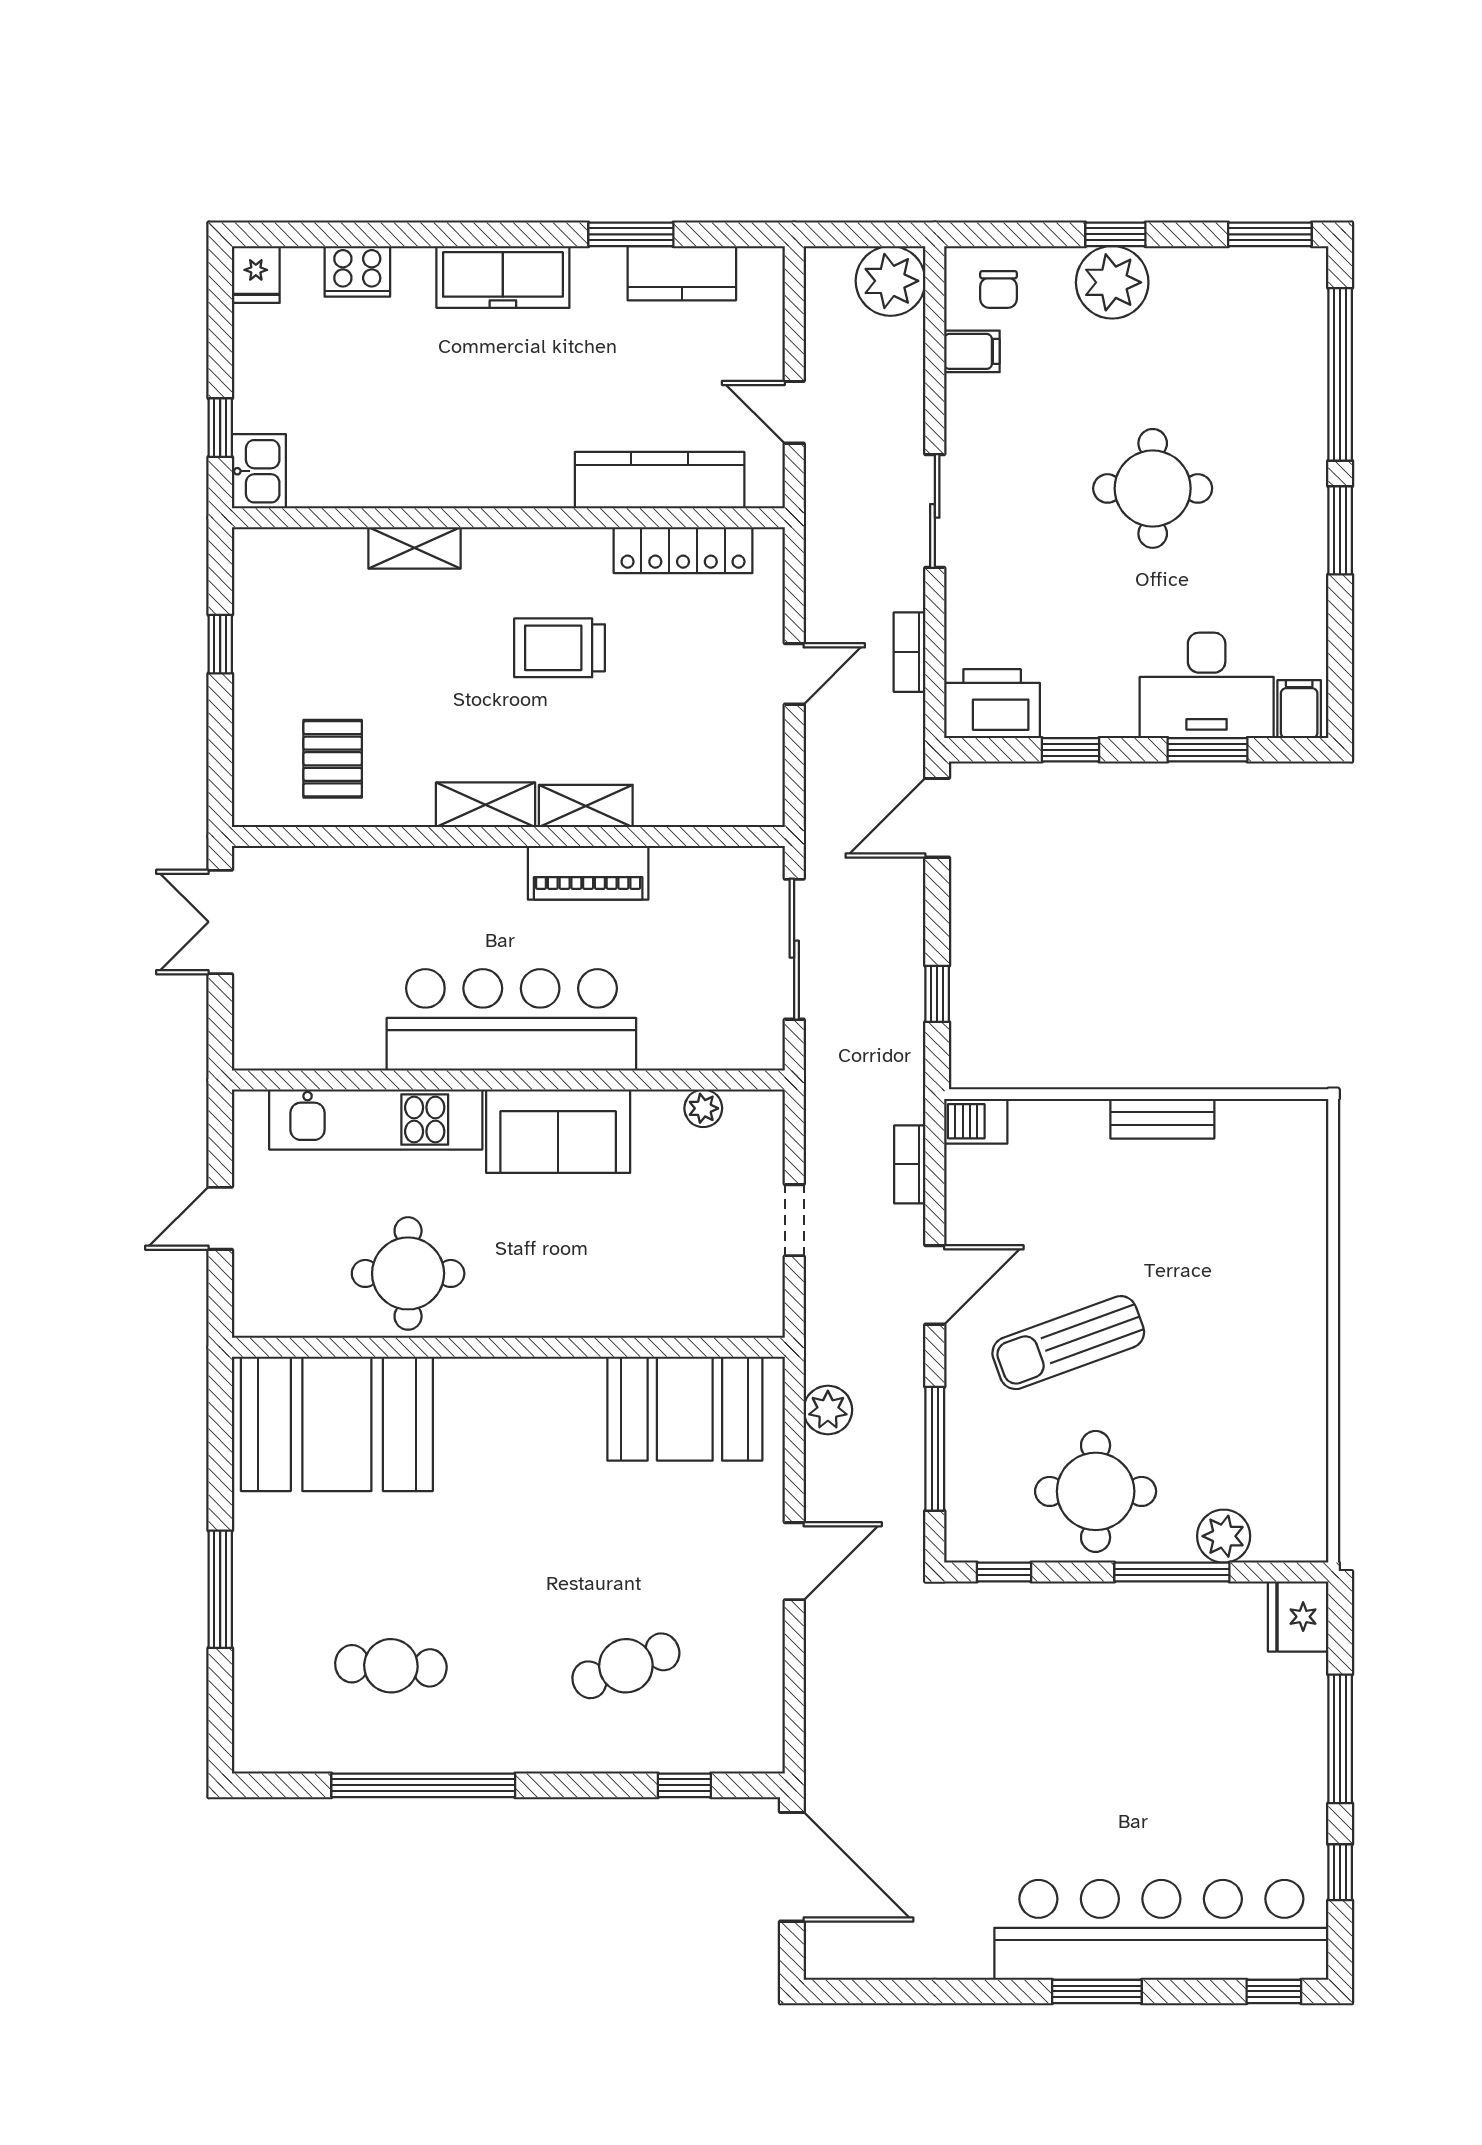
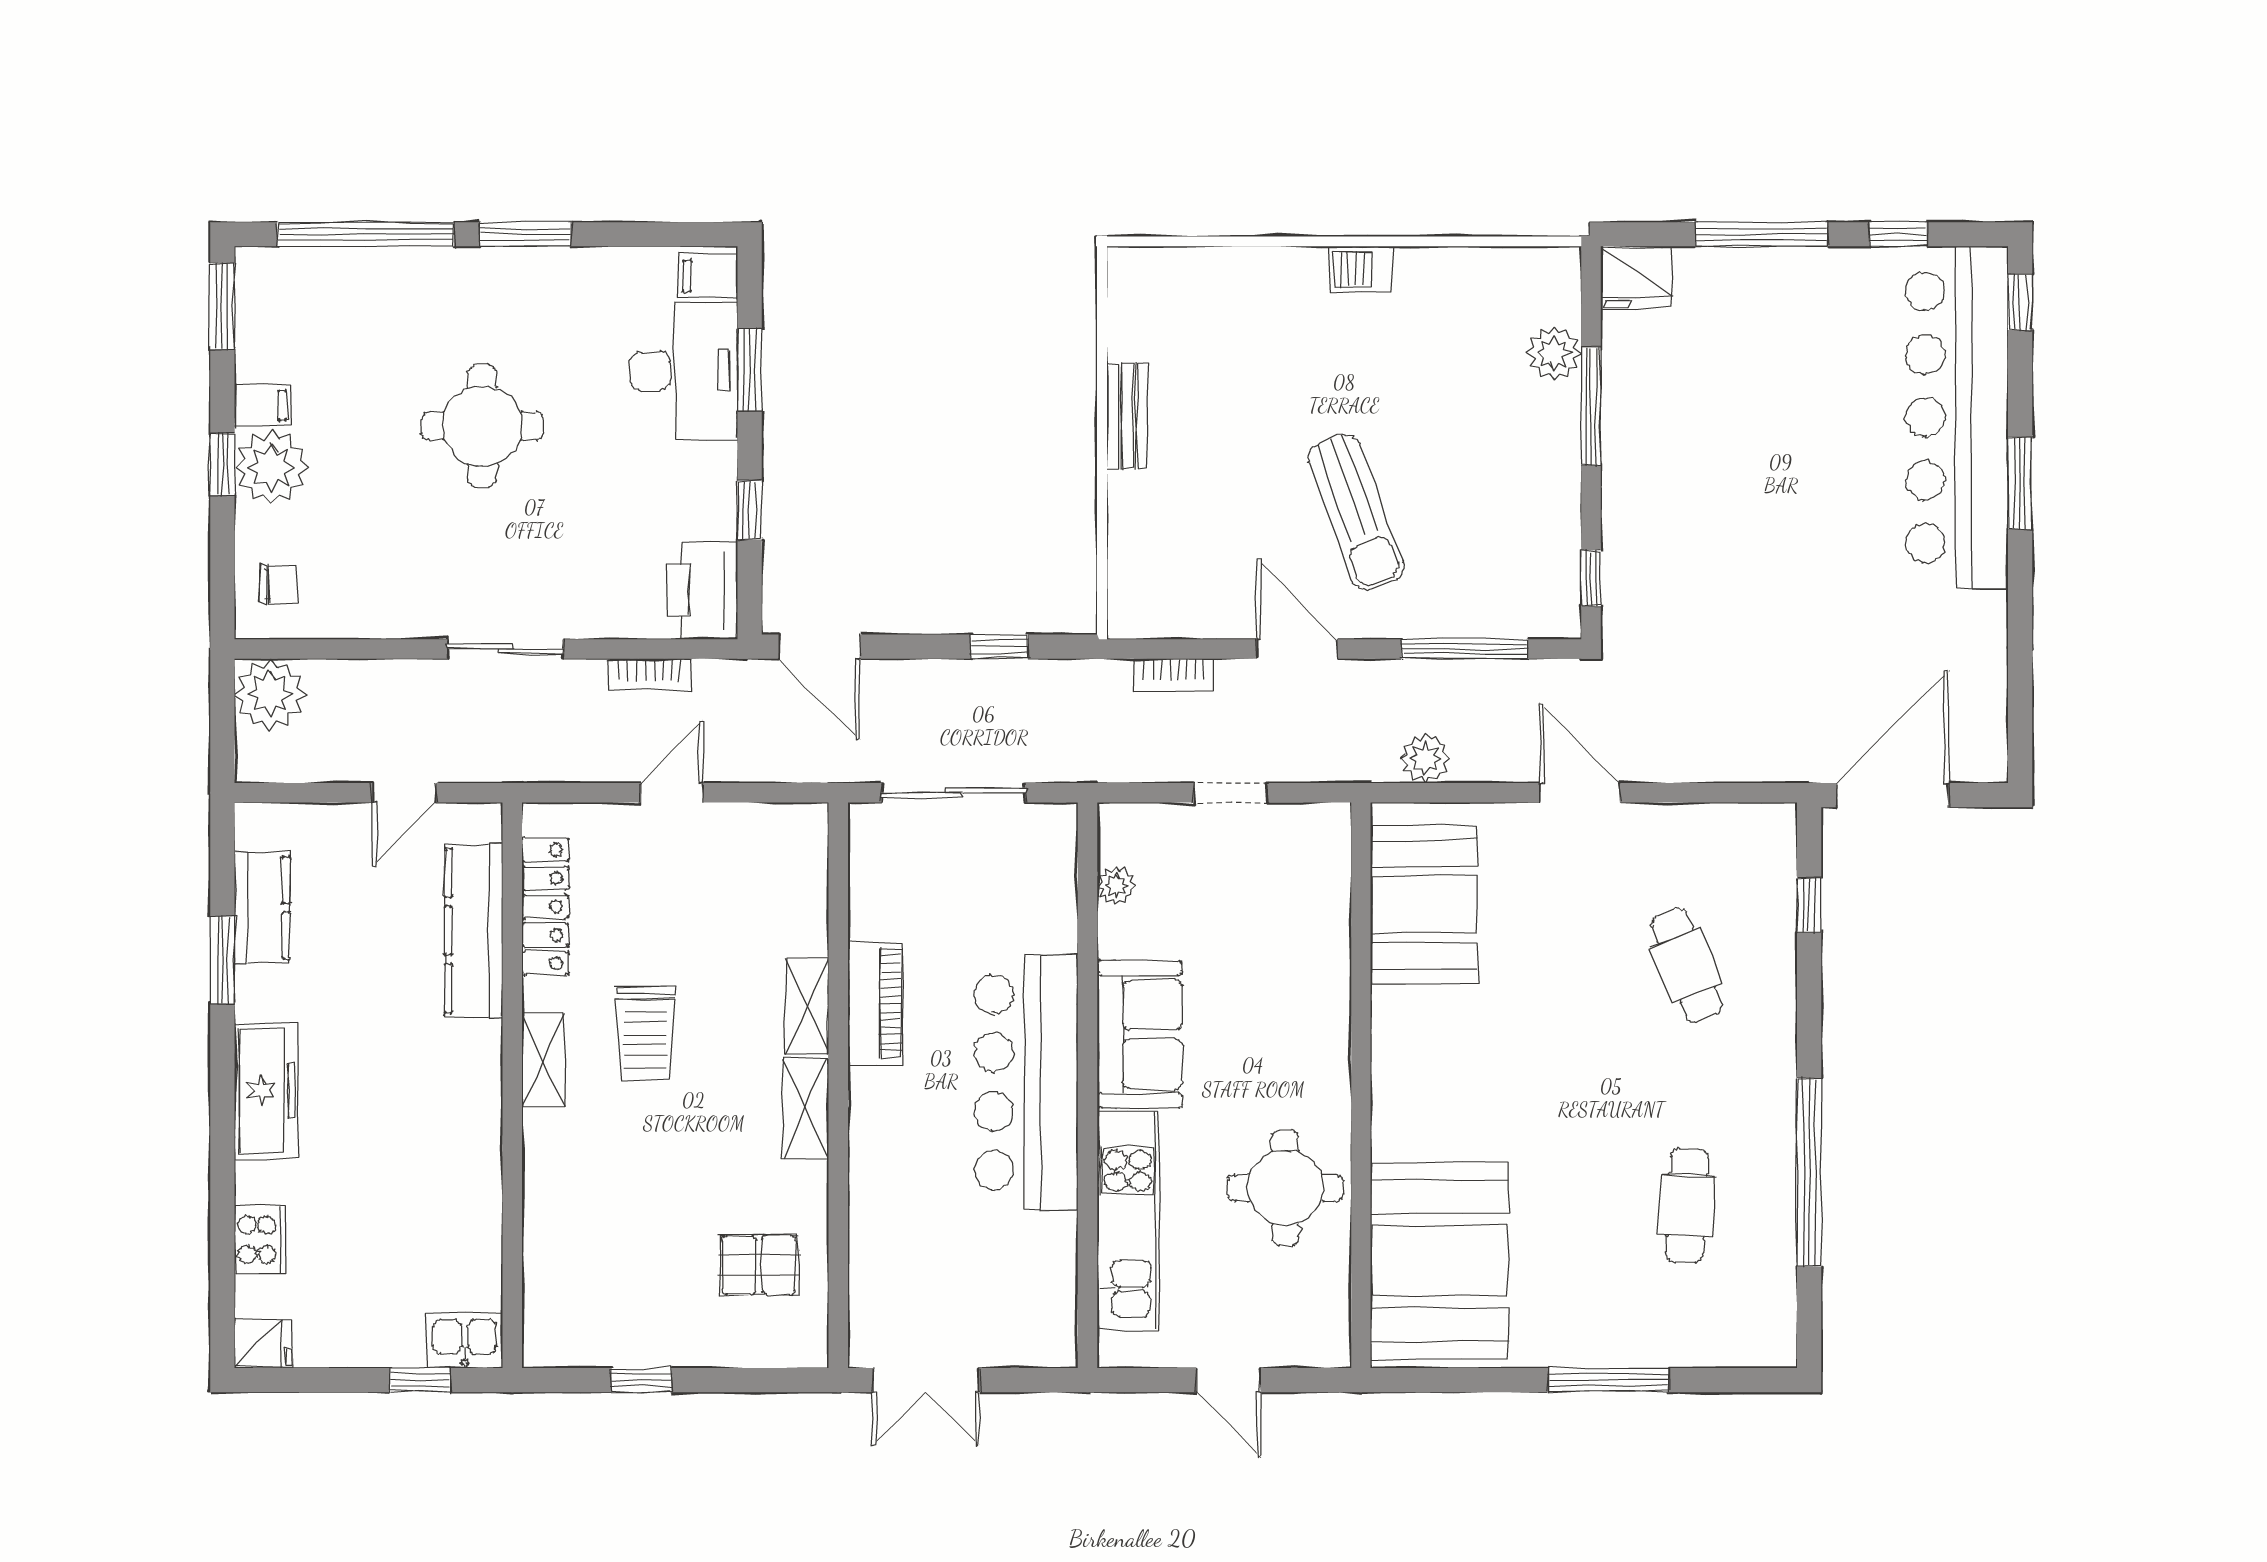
filing cabinet: (972, 351) -> (263, 405), moved, turned 90
shelving: (414, 548) -> (543, 1060), moved
door: (794, 674) -> (672, 793), hinge flipped
barbecue: (976, 1121) -> (1362, 269), moved, turned 90
round table: (1096, 1491) -> (1508, 484), removed

